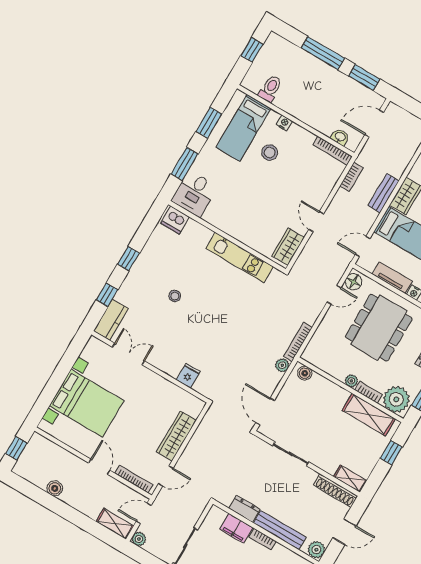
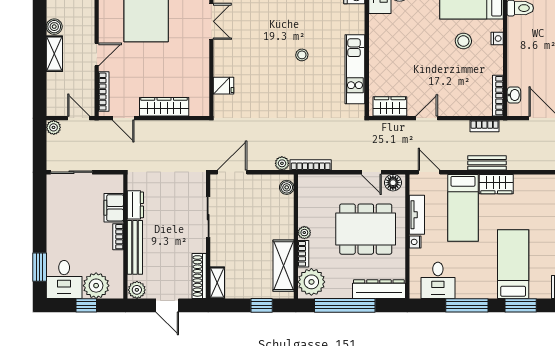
stool: (175, 296) -> (302, 55), moved
shelving: (115, 524) -> (54, 54), moved

